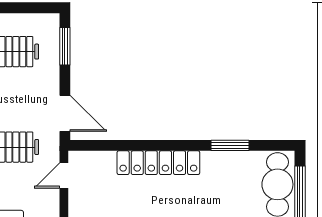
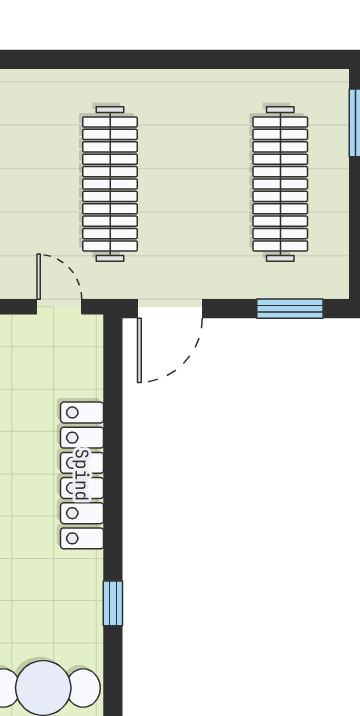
window: (230, 145) -> (113, 603), width x0.67

